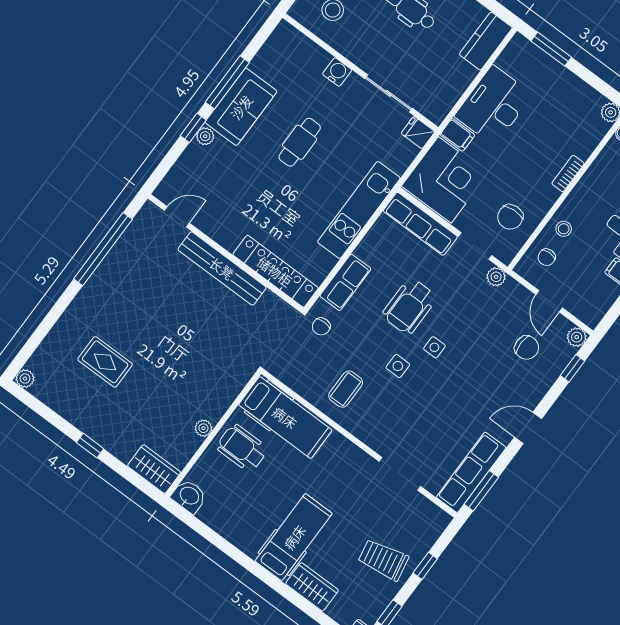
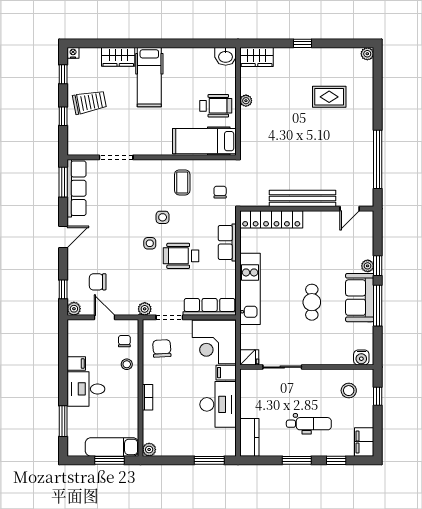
water cooler: (337, 72) -> (361, 357), moved
wheelchair: (409, 306) -> (181, 256), turned -90
chair: (321, 326) -> (220, 192), moved

